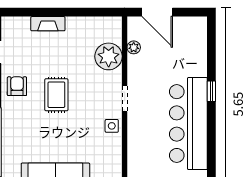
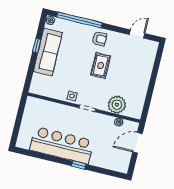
fireplace: (48, 24) -> (147, 71), removed
armchair: (17, 86) -> (99, 39), moved
rug: (56, 95) -> (101, 65), turned 90

